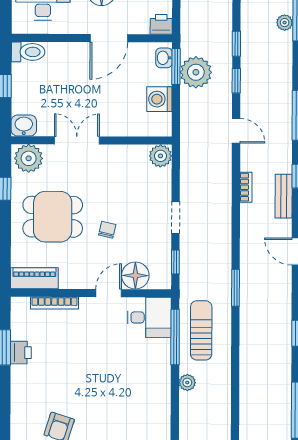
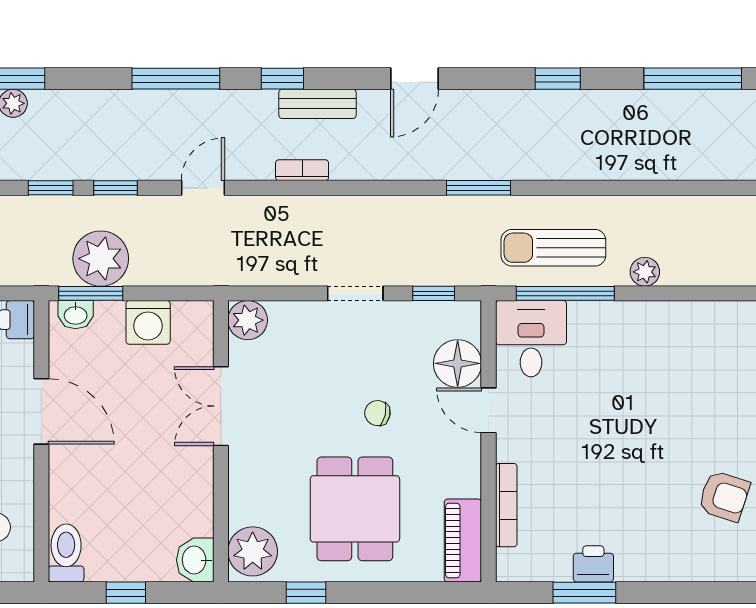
double door: (77, 140) -> (221, 406), moved

